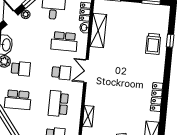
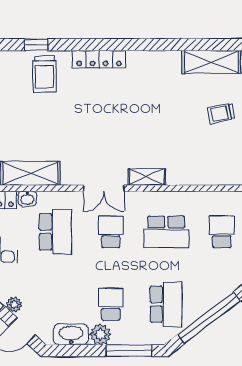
trolley: (153, 44) -> (45, 74), turned 90
locker: (157, 97) -> (99, 59), moved
shelving: (88, 116) -> (147, 177), moved

